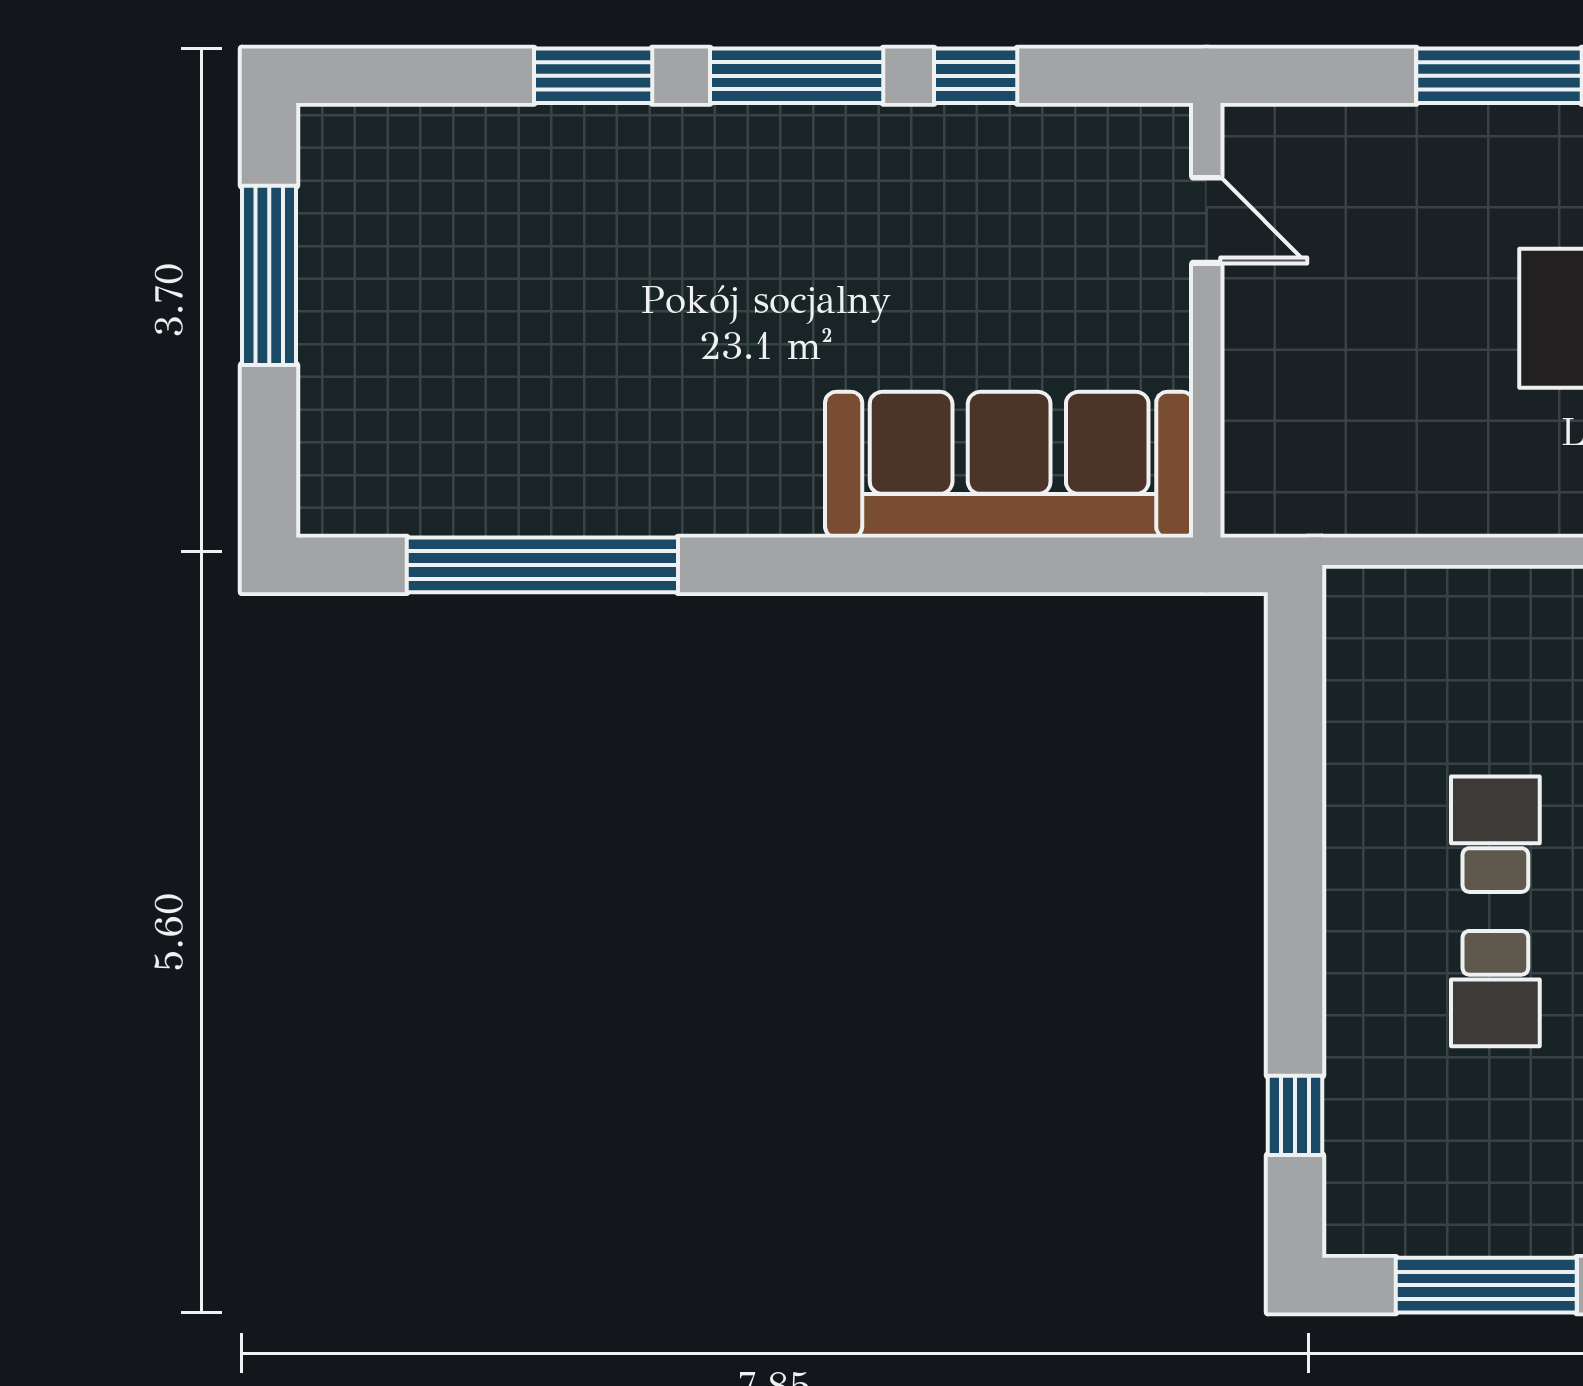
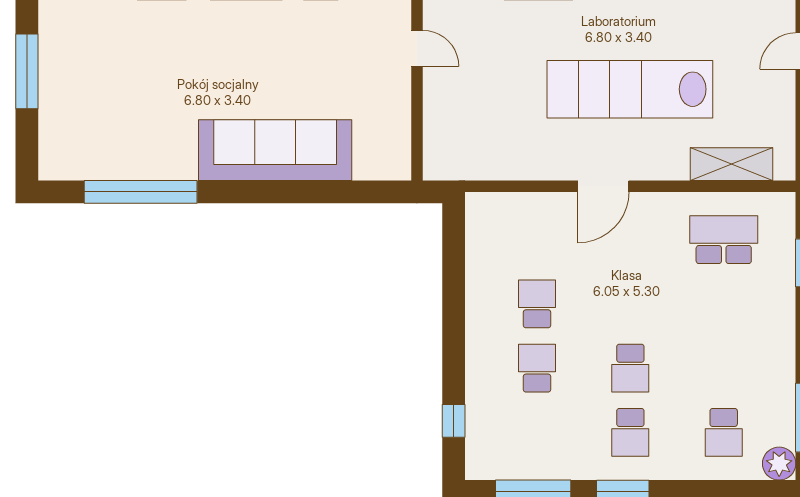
sofa: (1009, 465) -> (275, 150), moved
school desk: (1495, 989) -> (537, 368), turned 180

